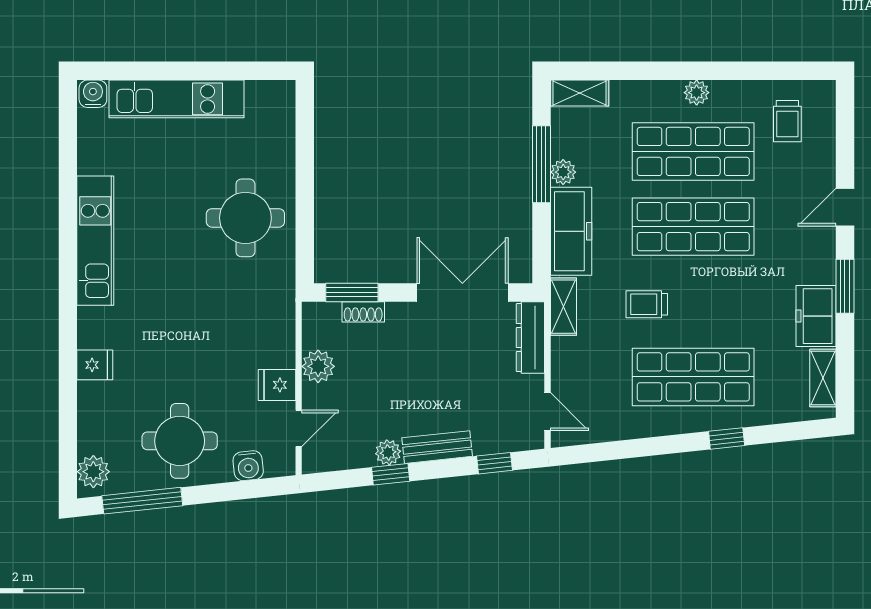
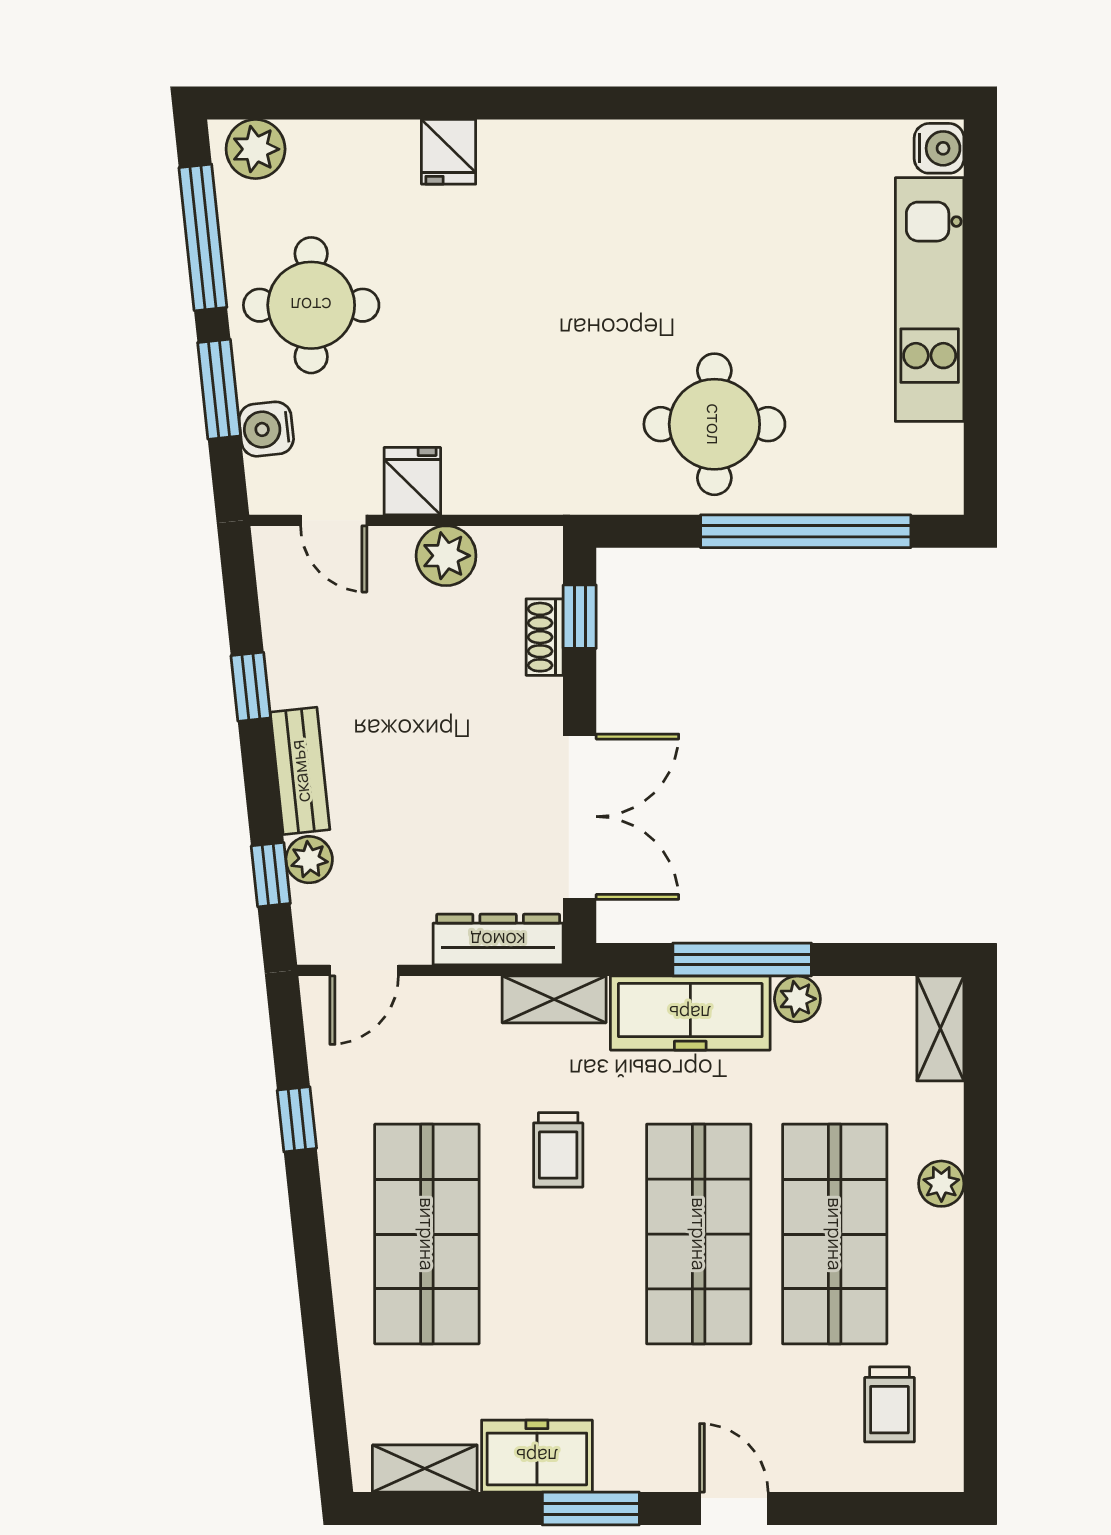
plant: (697, 93) -> (941, 1184), moved
trolley: (787, 121) -> (889, 1404), turned -90
window: (541, 164) -> (742, 959), moved
window: (305, 167) -> (806, 531), added
kitchen unit: (95, 241) -> (673, 153), removed
window: (352, 292) -> (580, 617), width x0.67
trolley: (647, 304) -> (558, 1150), turned 180
window: (727, 438) -> (297, 1119), moved
plant: (388, 452) -> (309, 860), moved
window: (226, 492) -> (219, 389), added

